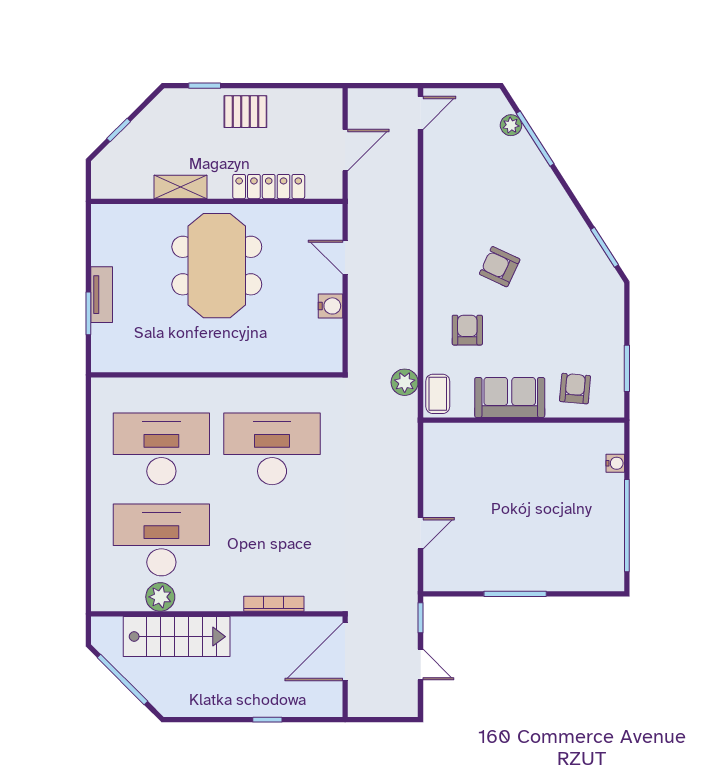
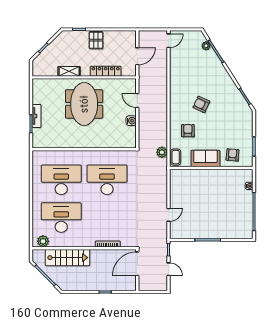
pallet: (245, 112) -> (96, 40), turned 90
plant: (160, 597) -> (43, 241), moved

